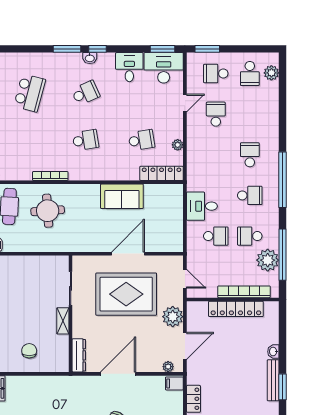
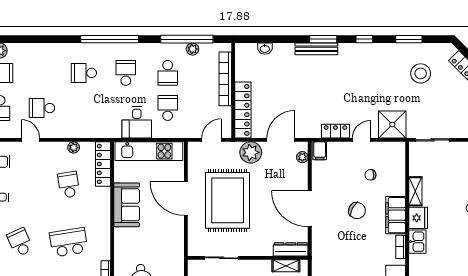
school desk: (86, 140) -> (69, 242), width x1.85
kitchen unit: (174, 218) -> (149, 151), added
plant: (268, 260) -> (193, 49), width x0.53, depth x0.53
locker: (236, 309) -> (243, 110), moved
shelving: (63, 321) -> (286, 266), moved
door: (185, 346) -> (281, 140), hinge flipped
washbasin: (273, 352) -> (265, 49), moved

